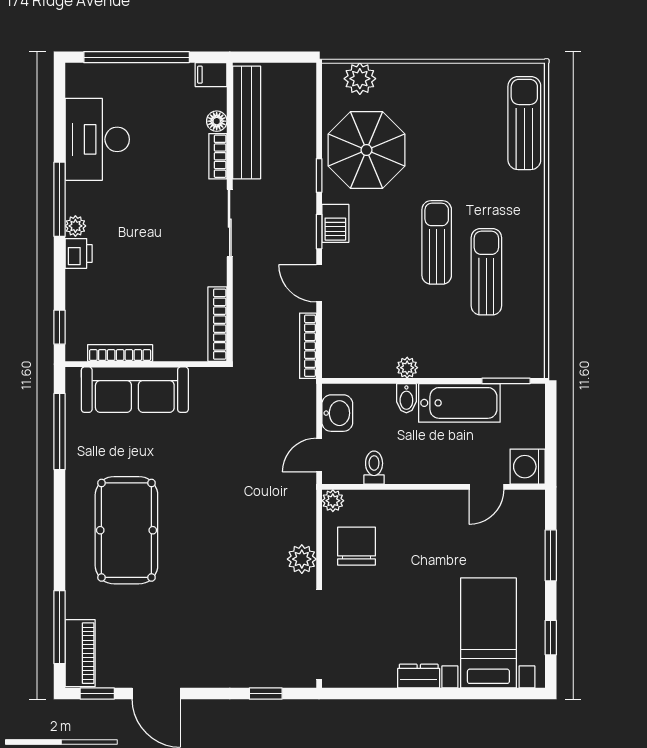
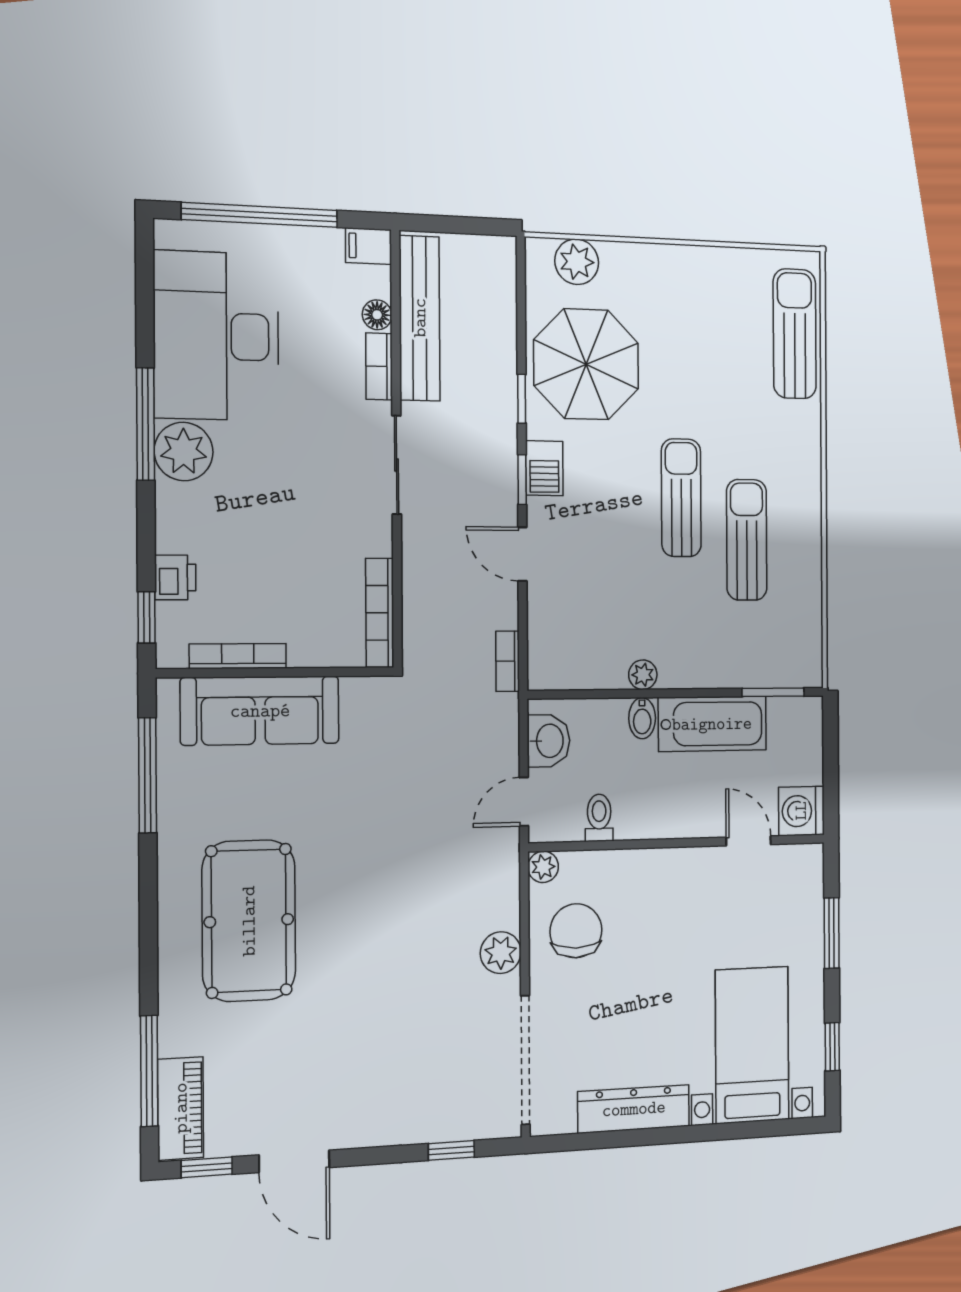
desk: (97, 139) -> (216, 336), width x1.36, depth x1.30
plant: (75, 226) -> (184, 451), width x1.88, depth x1.88
printer: (79, 253) -> (175, 577), moved
bookcase: (308, 346) -> (508, 661), width x0.64
door: (487, 487) -> (749, 841), swing flipped
dresser: (419, 676) -> (634, 1109), width x1.96, depth x1.24

